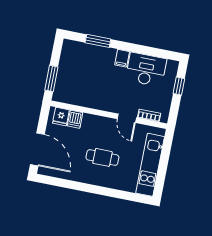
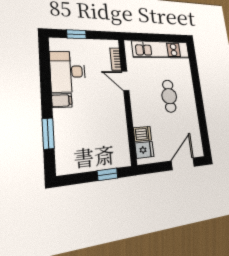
window: (51, 78) -> (108, 174), width x0.67
door: (127, 118) -> (125, 81), swing flipped
door: (37, 149) -> (183, 164), width x0.73

